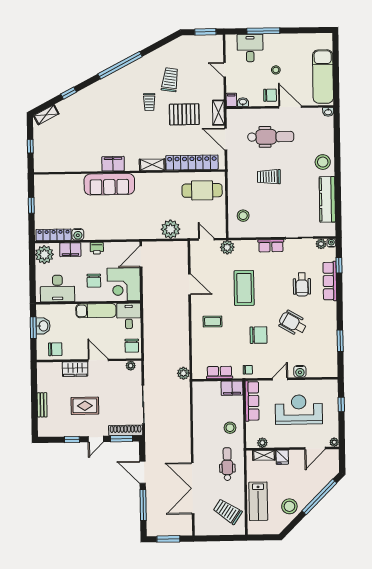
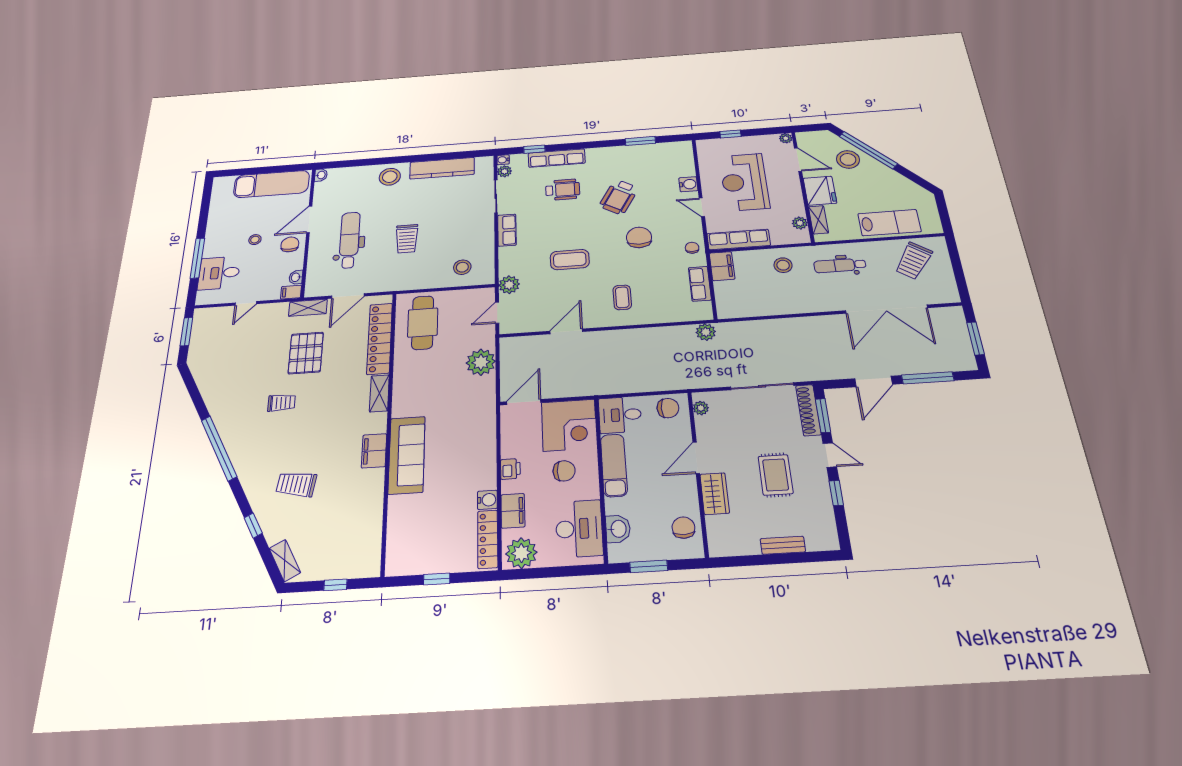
trolley: (170, 80) -> (296, 484), moved
door: (141, 257) -> (524, 402), swing flipped
coffee table: (244, 288) -> (570, 260), width x0.73, depth x0.76
washbasin: (43, 326) -> (618, 529), moved, turned 90
fridge: (282, 457) -> (820, 191), width x1.88, depth x1.34
stool: (289, 506) -> (848, 159), moved

